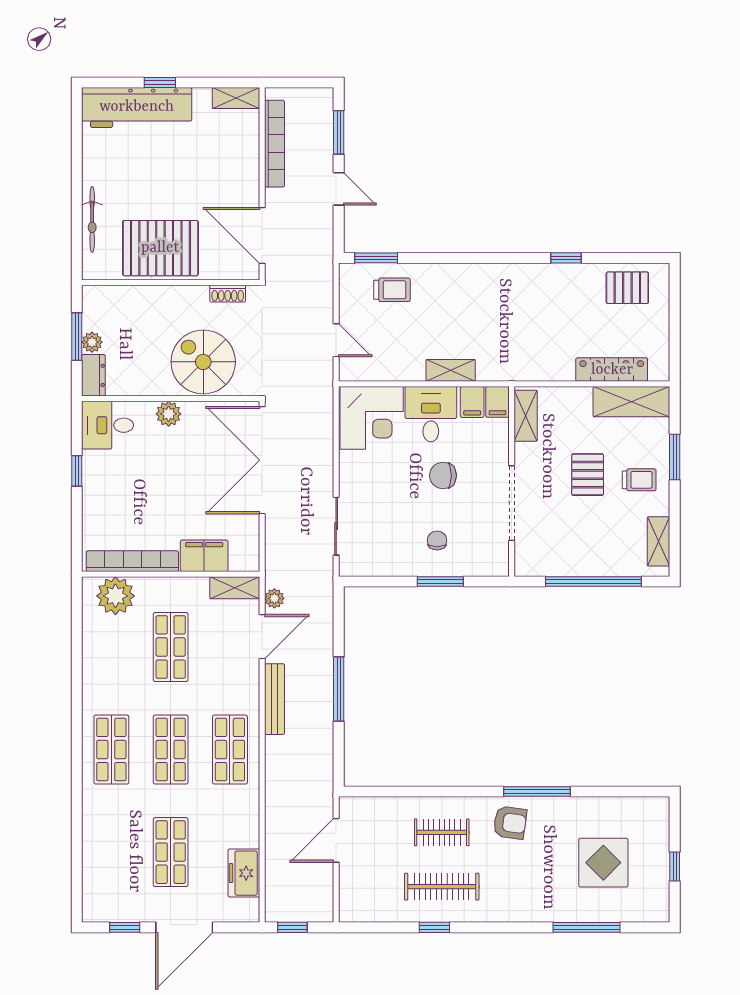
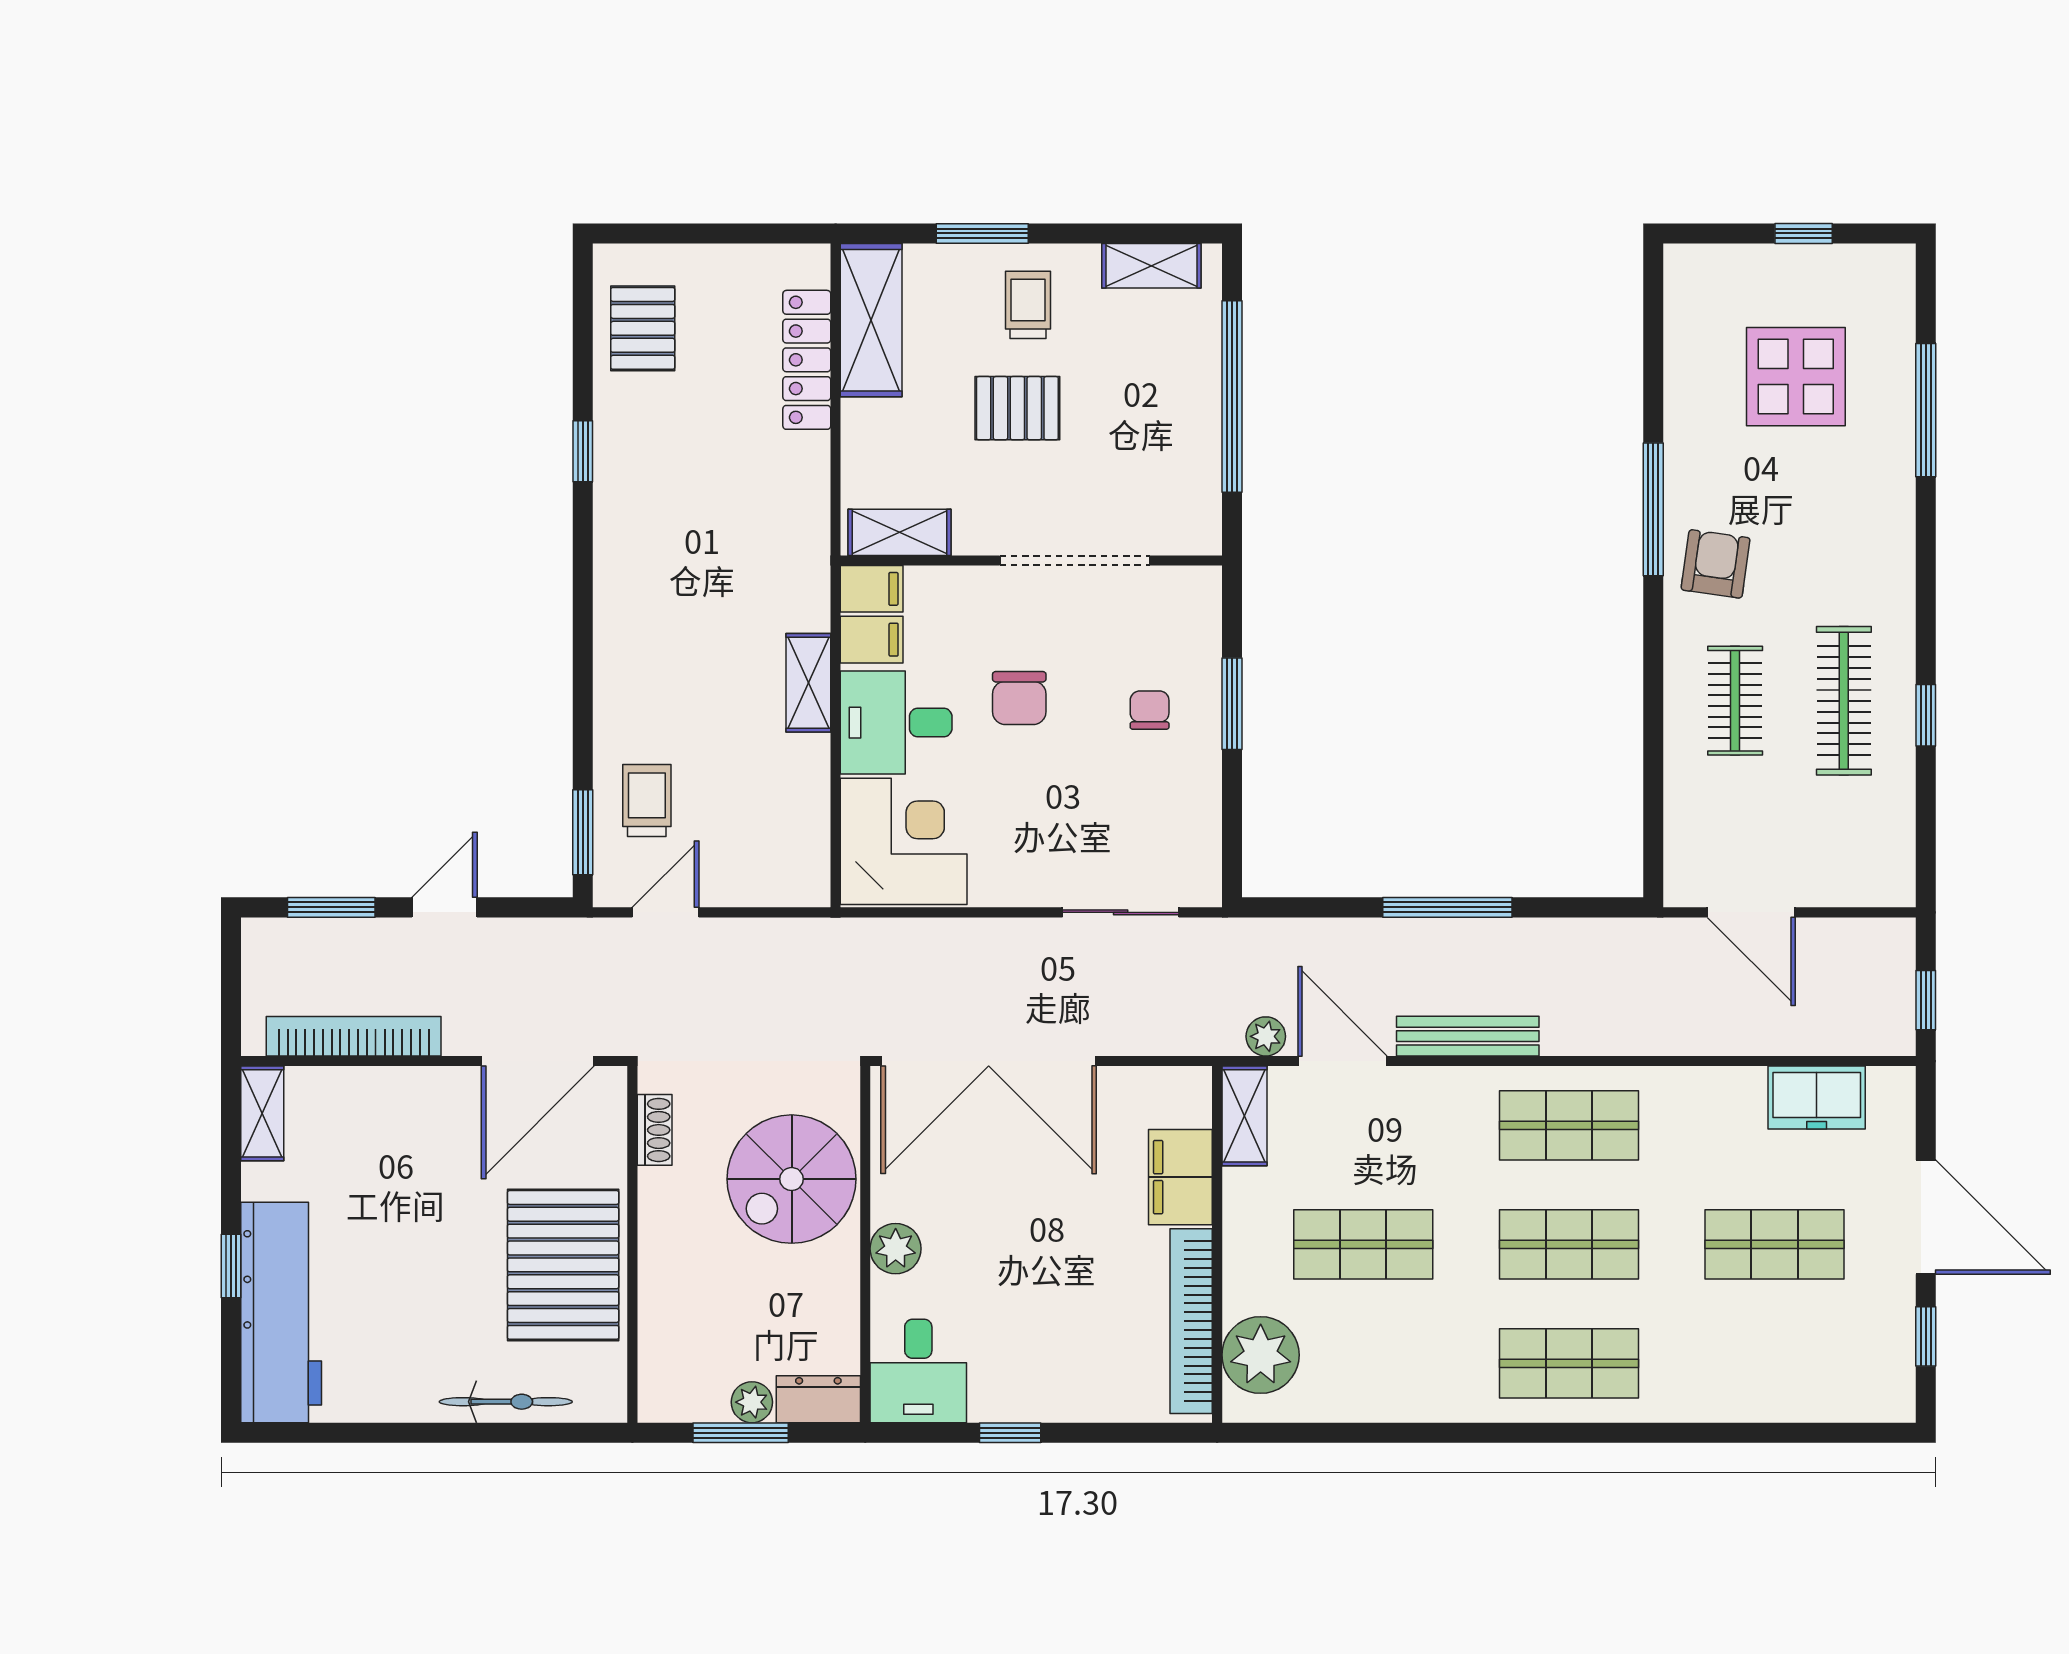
door: (336, 340) -> (666, 912), moved
chair: (437, 540) -> (1150, 710), turned 90

